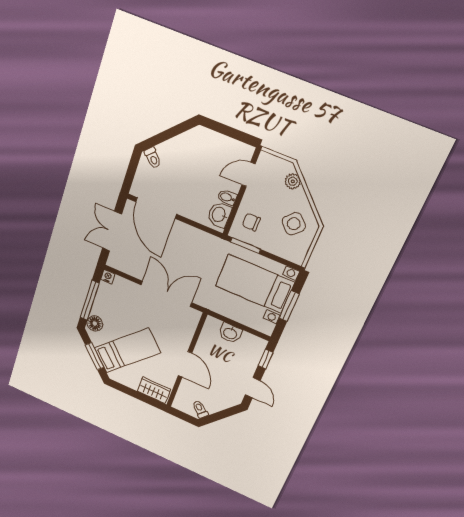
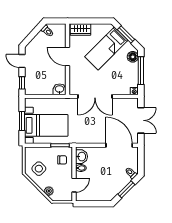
window: (169, 134) -> (126, 189), added
washbasin: (230, 333) -> (60, 89), moved

